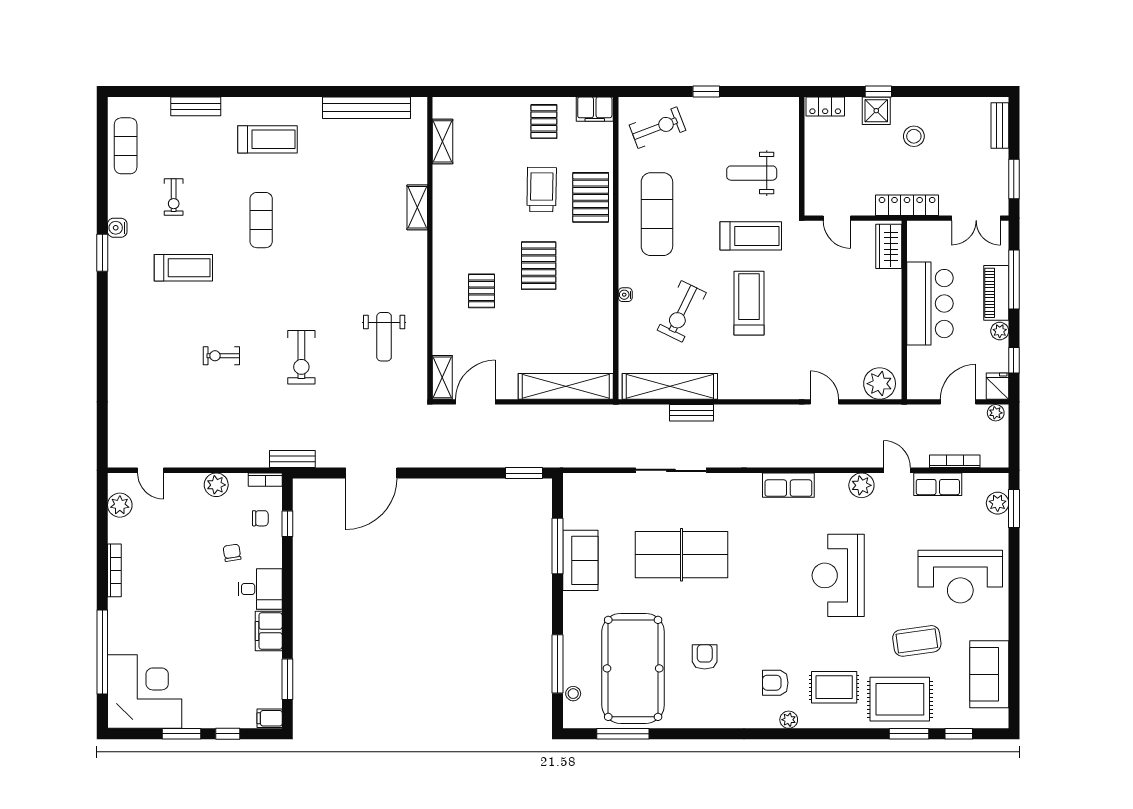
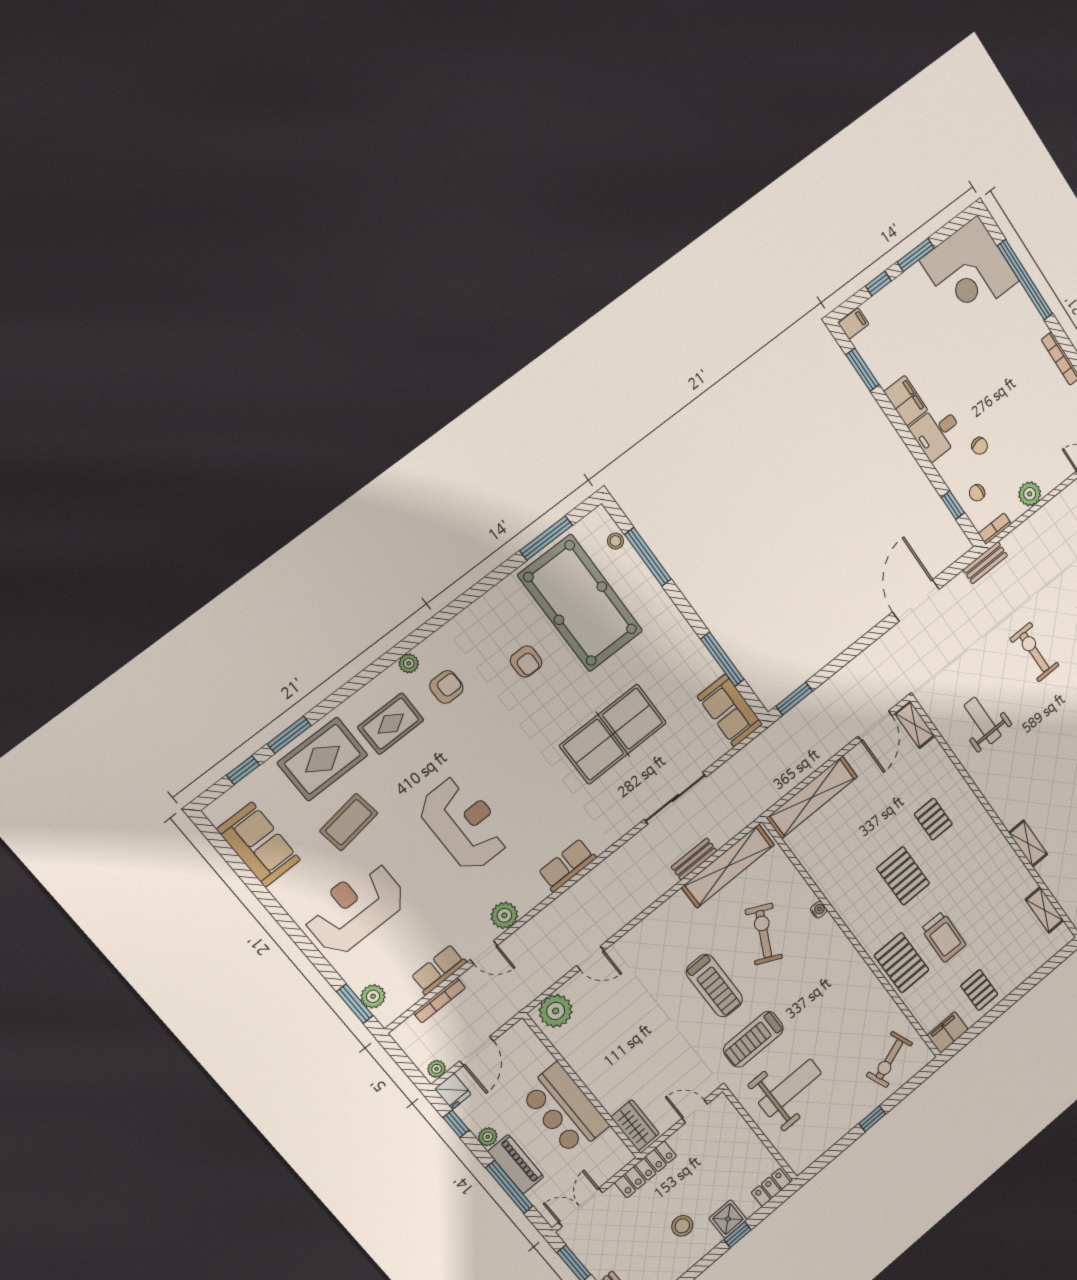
weight bench: (752, 173) -> (790, 1088), width x1.36, depth x1.33
exercise mat: (657, 214) -> (841, 993), removed
sofa: (580, 560) -> (730, 710), moved

